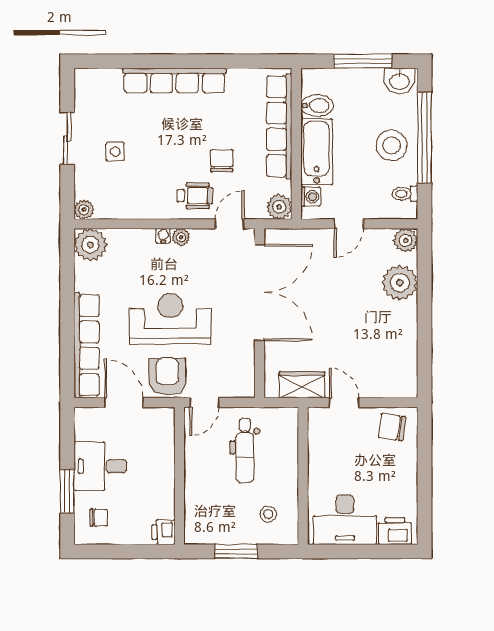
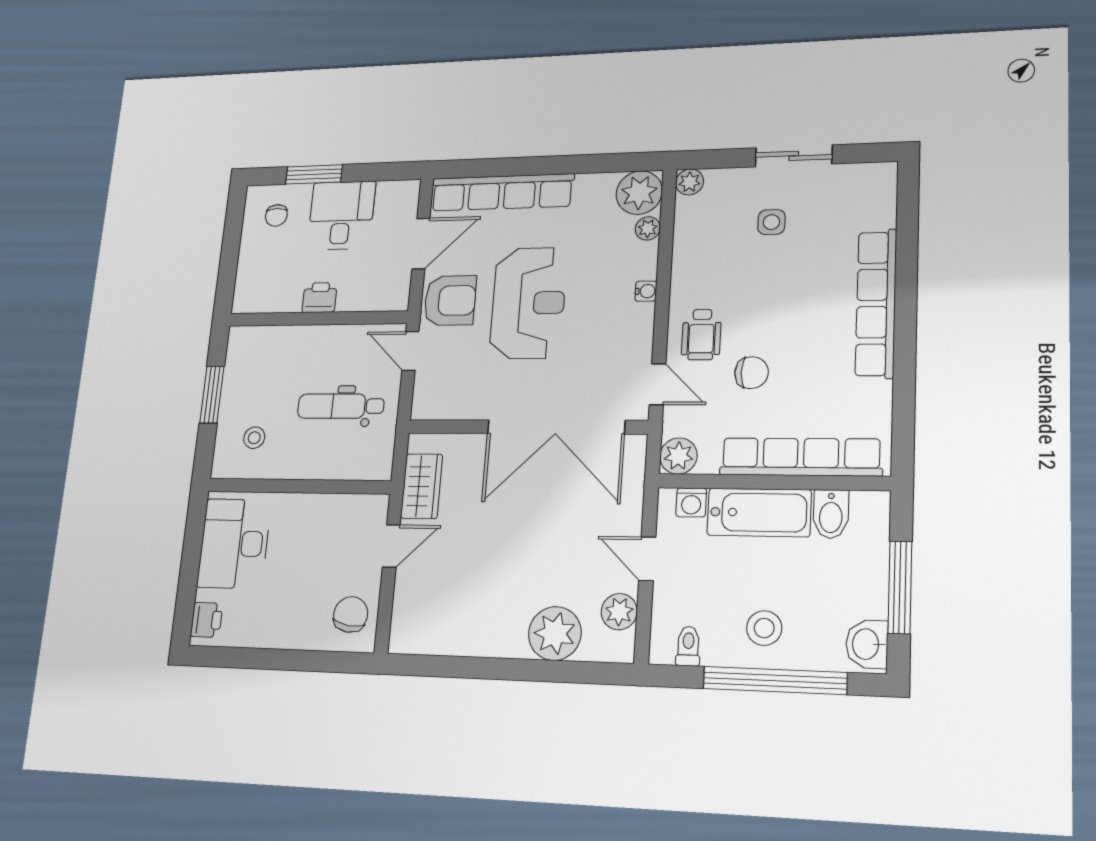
stool: (392, 145) -> (764, 628), width x0.73, depth x0.73
plant: (181, 237) -> (648, 228), moved
plant: (406, 240) -> (619, 612), moved
printer: (395, 531) -> (206, 620), width x0.73, depth x0.81
printer: (163, 532) -> (320, 298), moved

